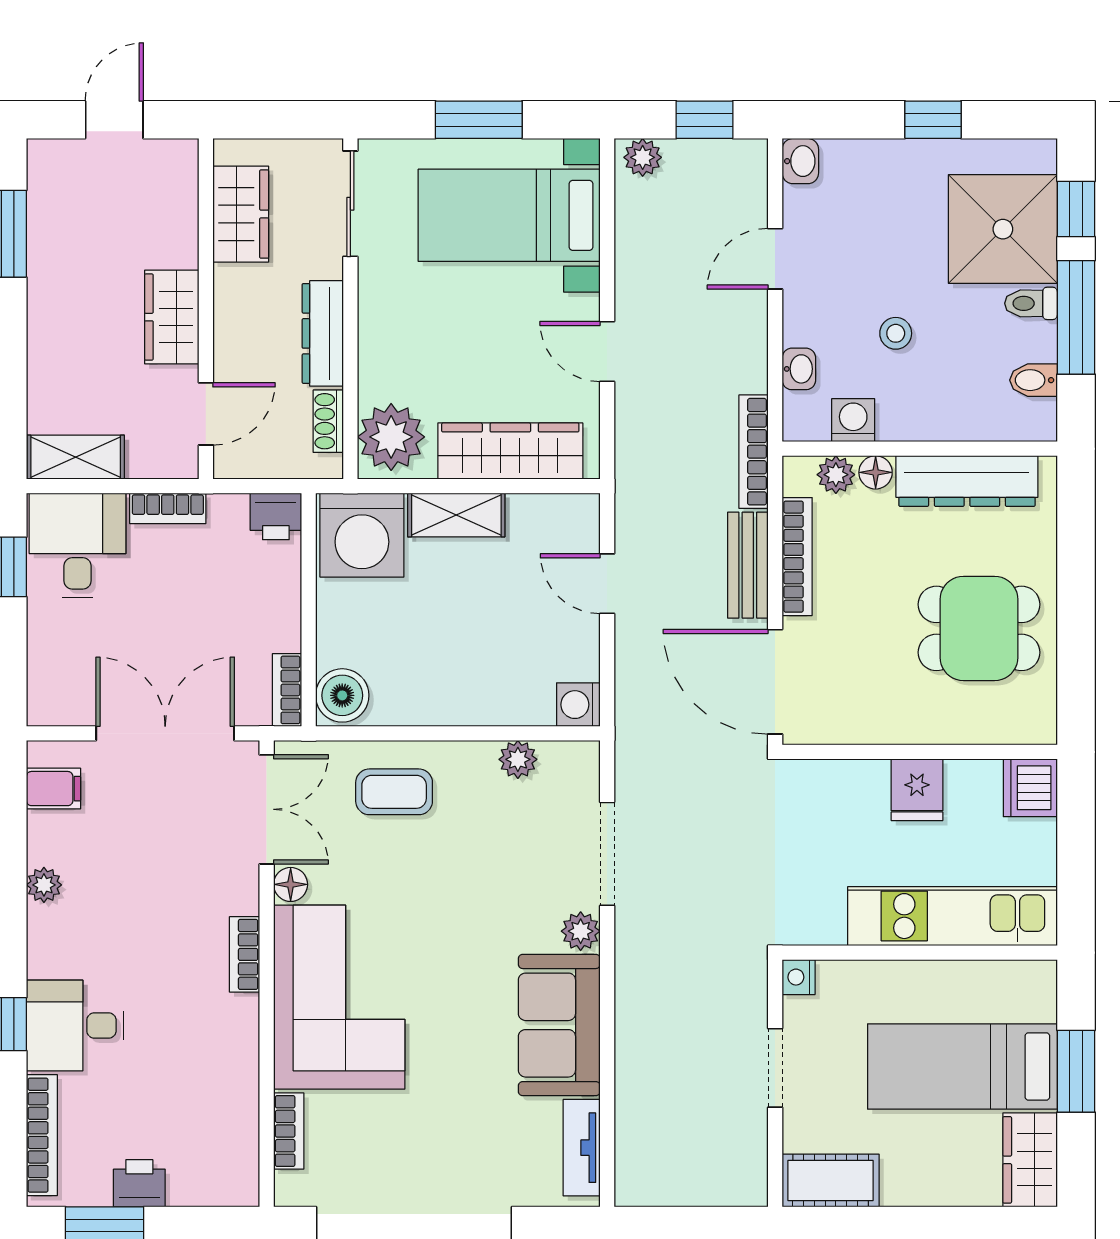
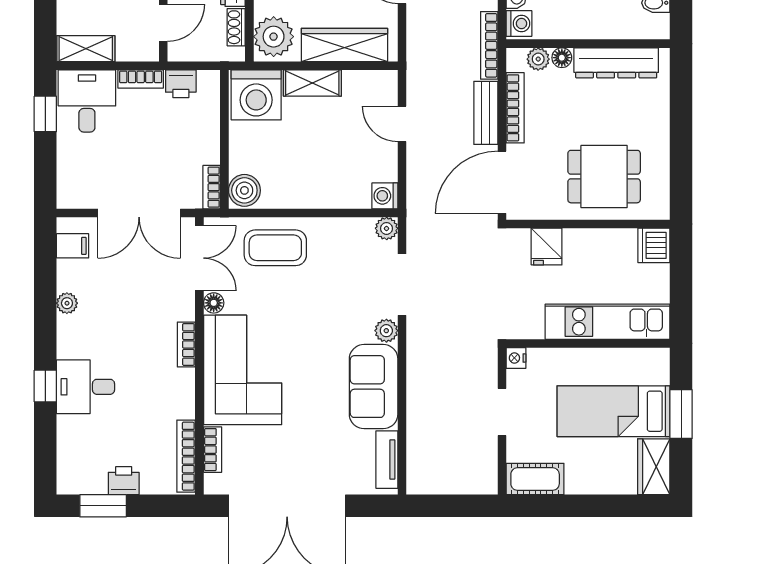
washing machine: (853, 420) -> (519, 24), moved, turned 90
printer: (276, 516) -> (181, 84), moved
dining table: (979, 628) -> (604, 177), moved
door: (775, 682) -> (502, 182), hinge flipped
double door: (165, 733) -> (139, 213), swing flipped
plant: (518, 759) -> (387, 228), moved
fridge: (917, 790) -> (547, 247), moved
coffee table: (394, 792) -> (275, 248), width x1.36, depth x1.30
bookcase: (42, 1135) -> (186, 456), moved, turned 180

